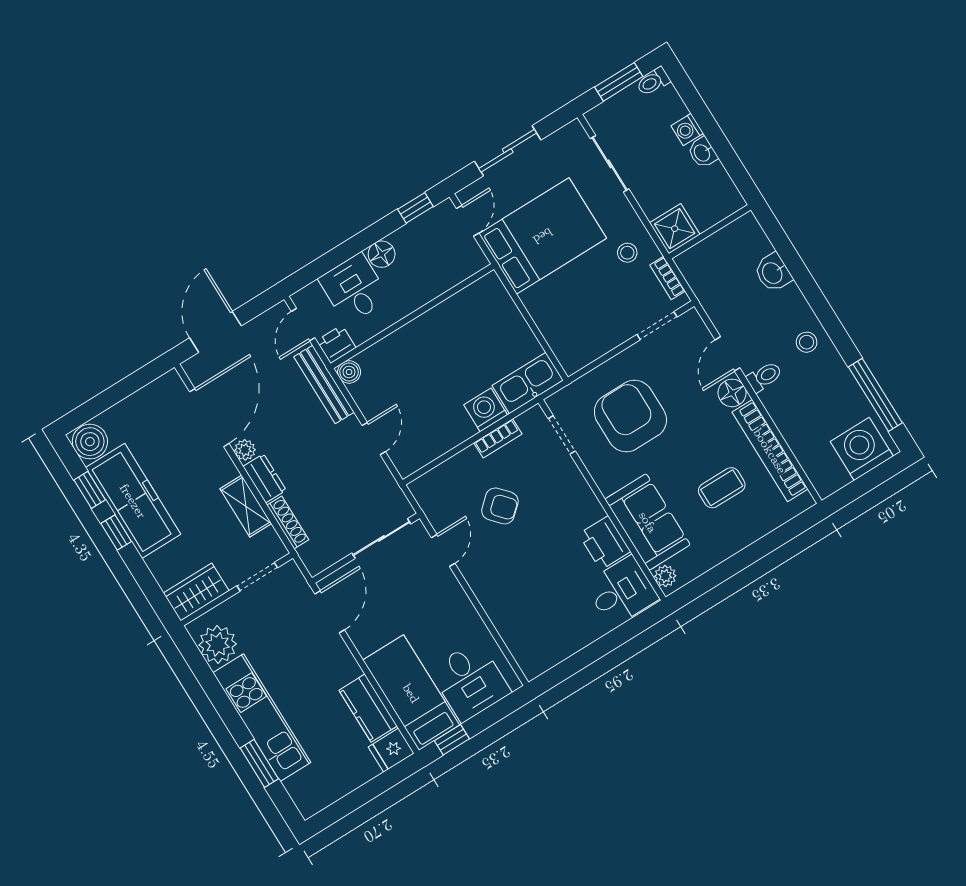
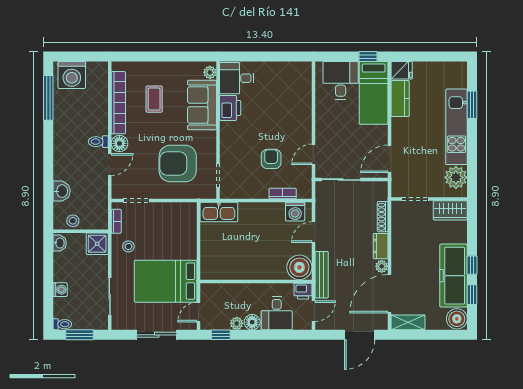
washbasin: (702, 153) -> (60, 243), moved
plant: (403, 238) -> (237, 323), added
stool: (807, 342) -> (73, 221), moved
boiler: (349, 372) -> (299, 267), width x1.86, depth x1.86
washing machine: (486, 410) -> (295, 212), moved
armchair: (630, 416) -> (178, 163), turned 90
bookcase: (498, 438) -> (283, 194), moved
coffee table: (722, 488) -> (154, 99), turned 90
shelving: (246, 506) -> (408, 322), moved, turned 90
armchair: (500, 506) -> (271, 159), turned 42

